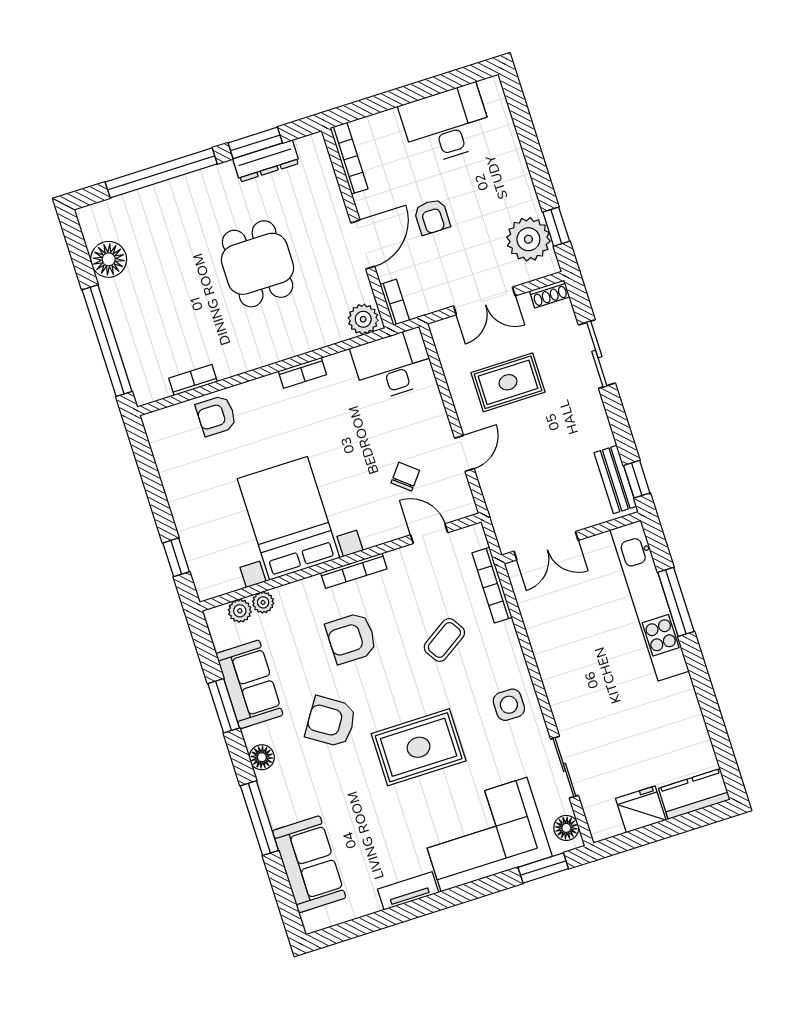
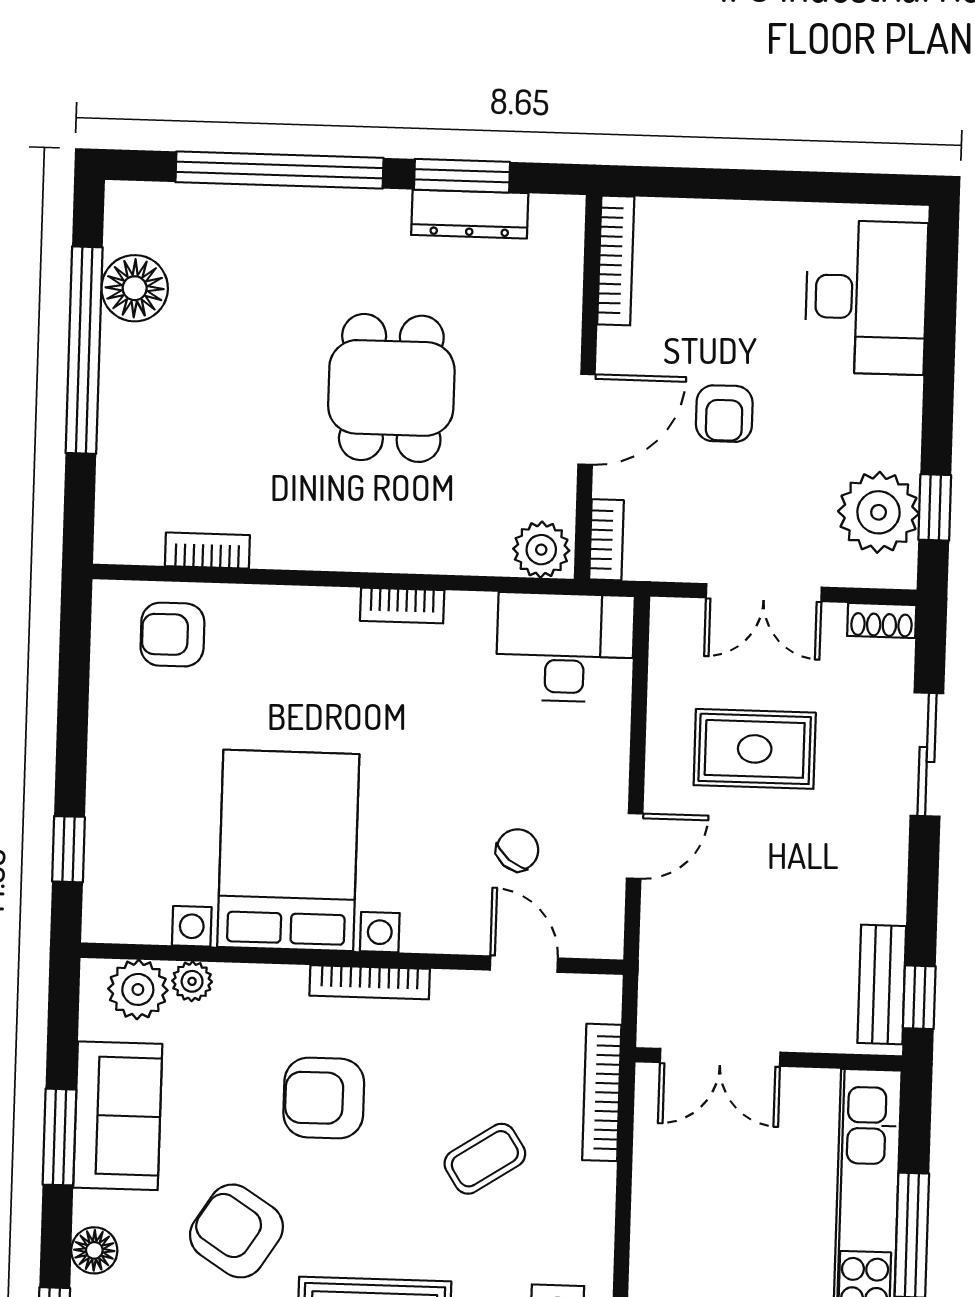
desk: (446, 125) -> (866, 297), moved, turned 90
window: (107, 341) -> (84, 350), moved
armchair: (216, 416) -> (172, 635), moved
plant: (240, 611) -> (138, 989), width x1.38, depth x1.38

